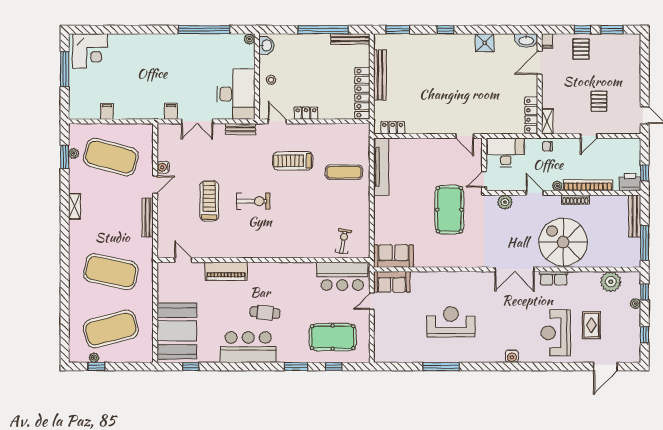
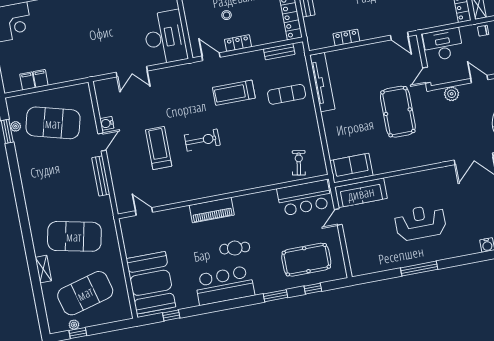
stool: (271, 80) -> (227, 15), moved
filing cabinet: (171, 111) -> (27, 81), moved
locker: (393, 128) -> (346, 38), moved
bench: (241, 129) -> (279, 52), moved
shelving: (74, 206) -> (43, 269), moved
piano: (226, 271) -> (212, 210), moved
sofa: (392, 282) -> (361, 193), width x1.36

